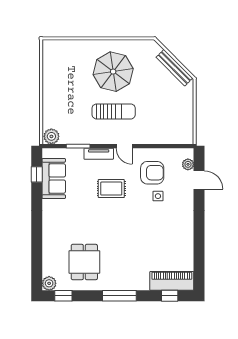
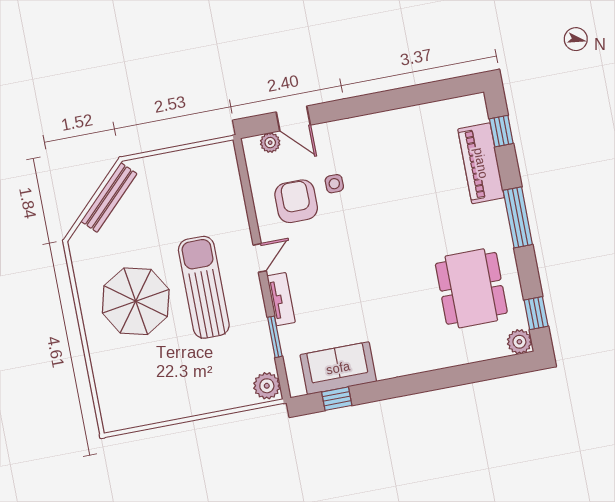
sun lounger: (114, 111) -> (204, 287), width x1.36, depth x1.34
door: (199, 180) -> (293, 119), swing flipped
rug: (111, 189) -> (337, 266), removed
dining table: (84, 262) -> (471, 288), width x1.38
piano: (172, 281) -> (481, 163), moved

